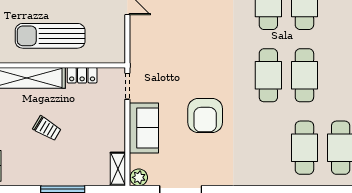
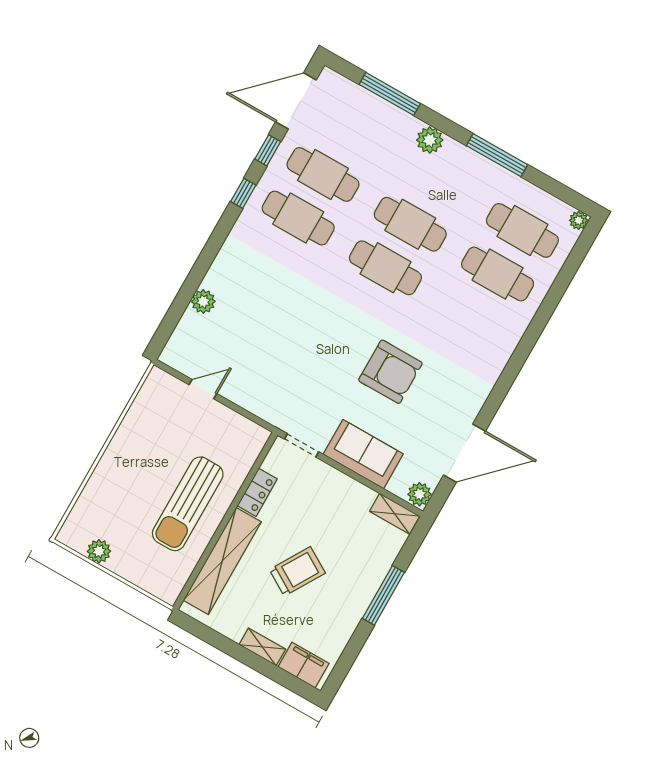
trolley: (47, 128) -> (297, 571), width x1.36, depth x1.39

